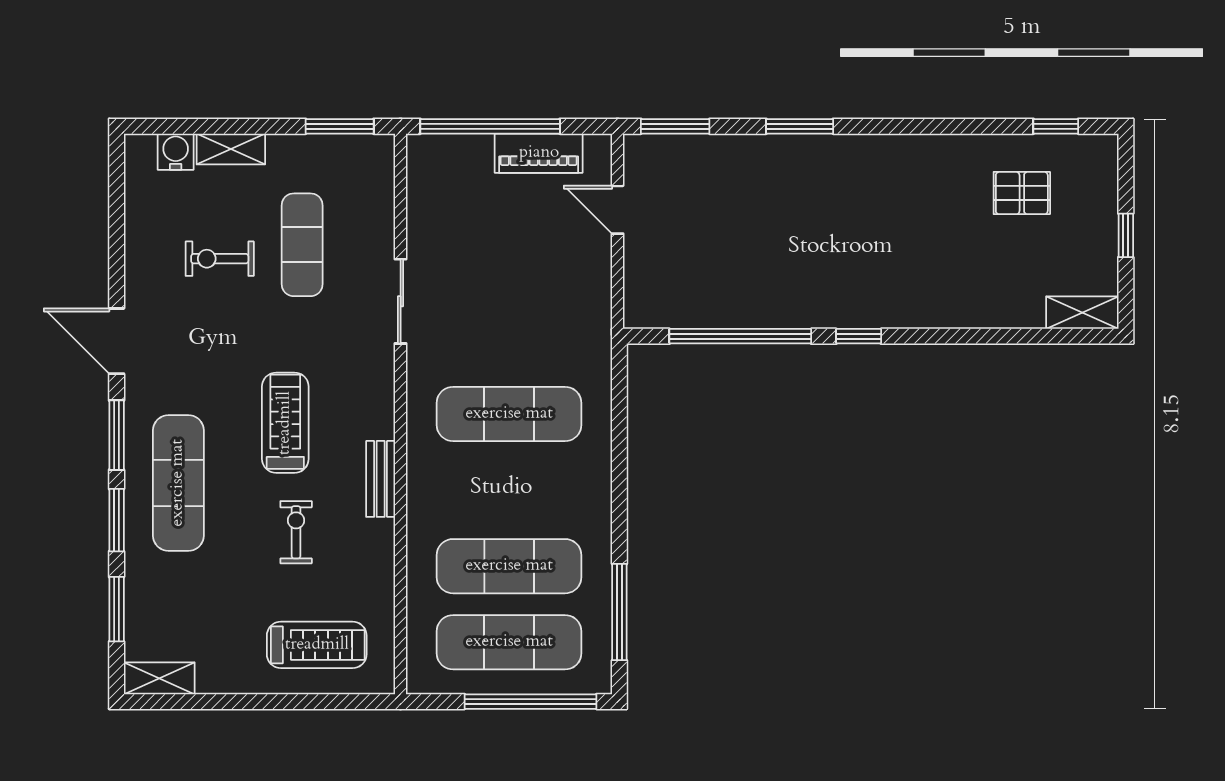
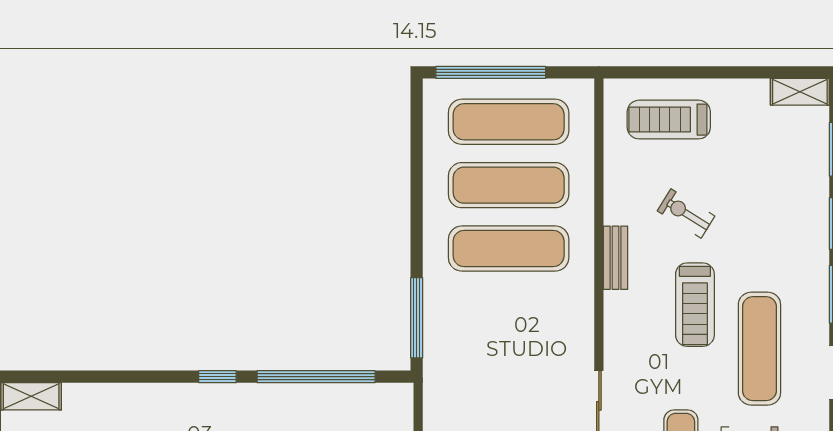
exercise mat: (509, 414) -> (509, 249), moved
exercise mat: (178, 483) -> (759, 349), moved
exercise bike: (296, 532) -> (686, 213), turned 122
window: (619, 612) -> (417, 318), moved

